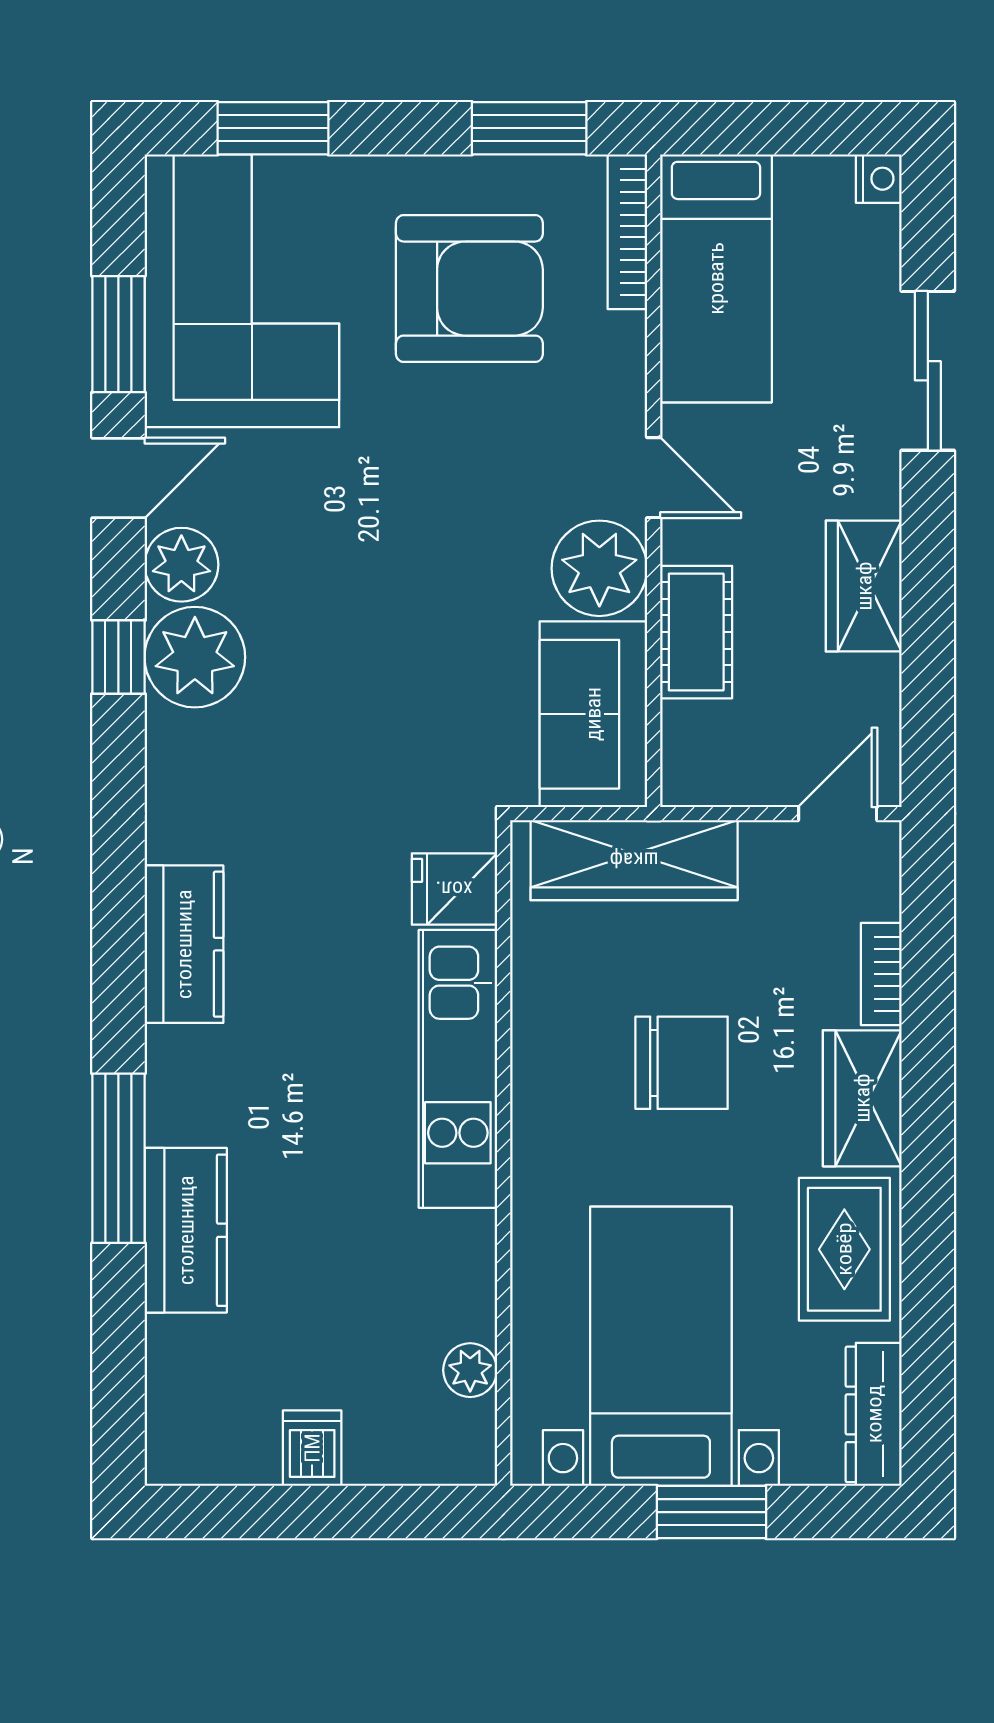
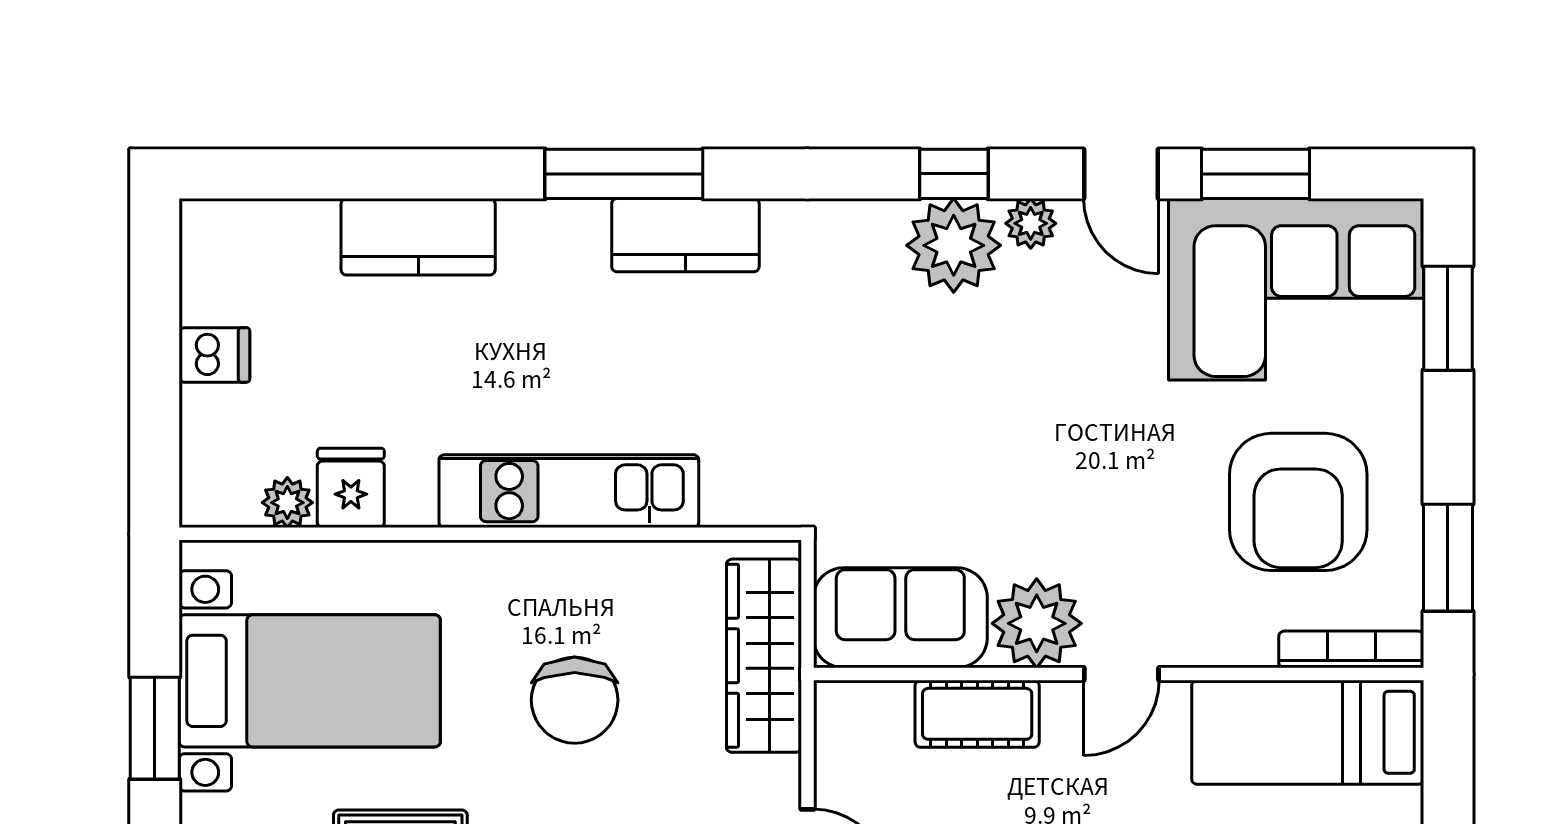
plant: (181, 565) -> (1031, 223), width x0.73, depth x0.73
fridge: (454, 889) -> (351, 488), moved
window: (118, 1158) -> (624, 174), moved

